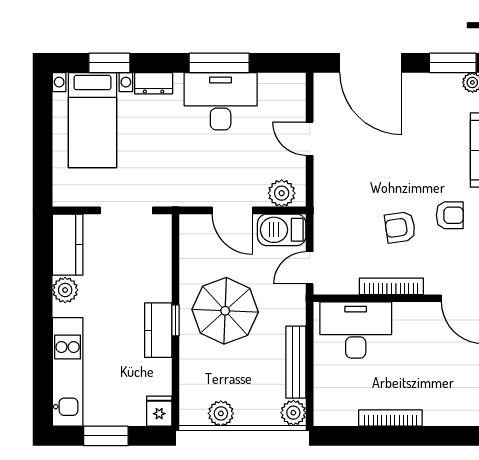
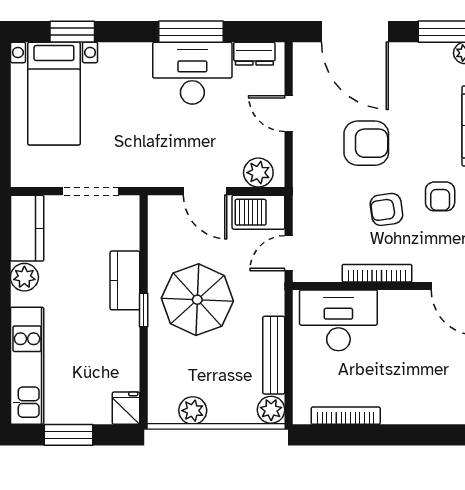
dresser: (154, 83) -> (254, 54), moved
armchair: (381, 166) -> (366, 143), added
armchair: (450, 215) -> (440, 196), turned 90
kitchen counter: (158, 330) -> (125, 280), moved
bookcase: (390, 418) -> (346, 416), moved

